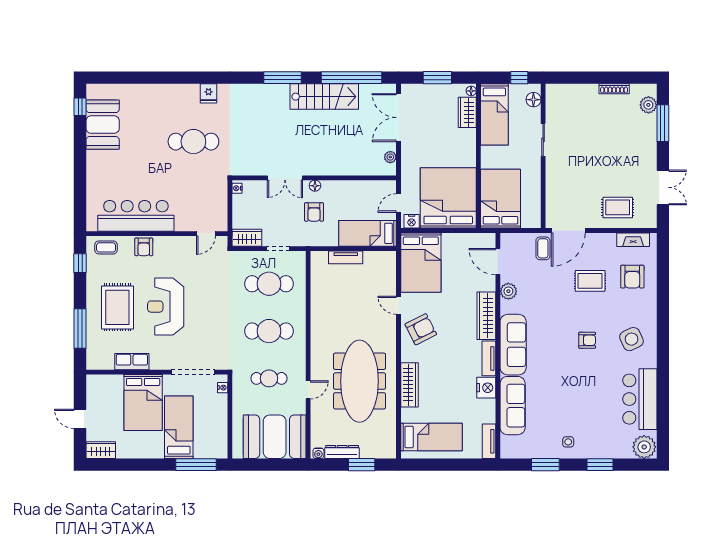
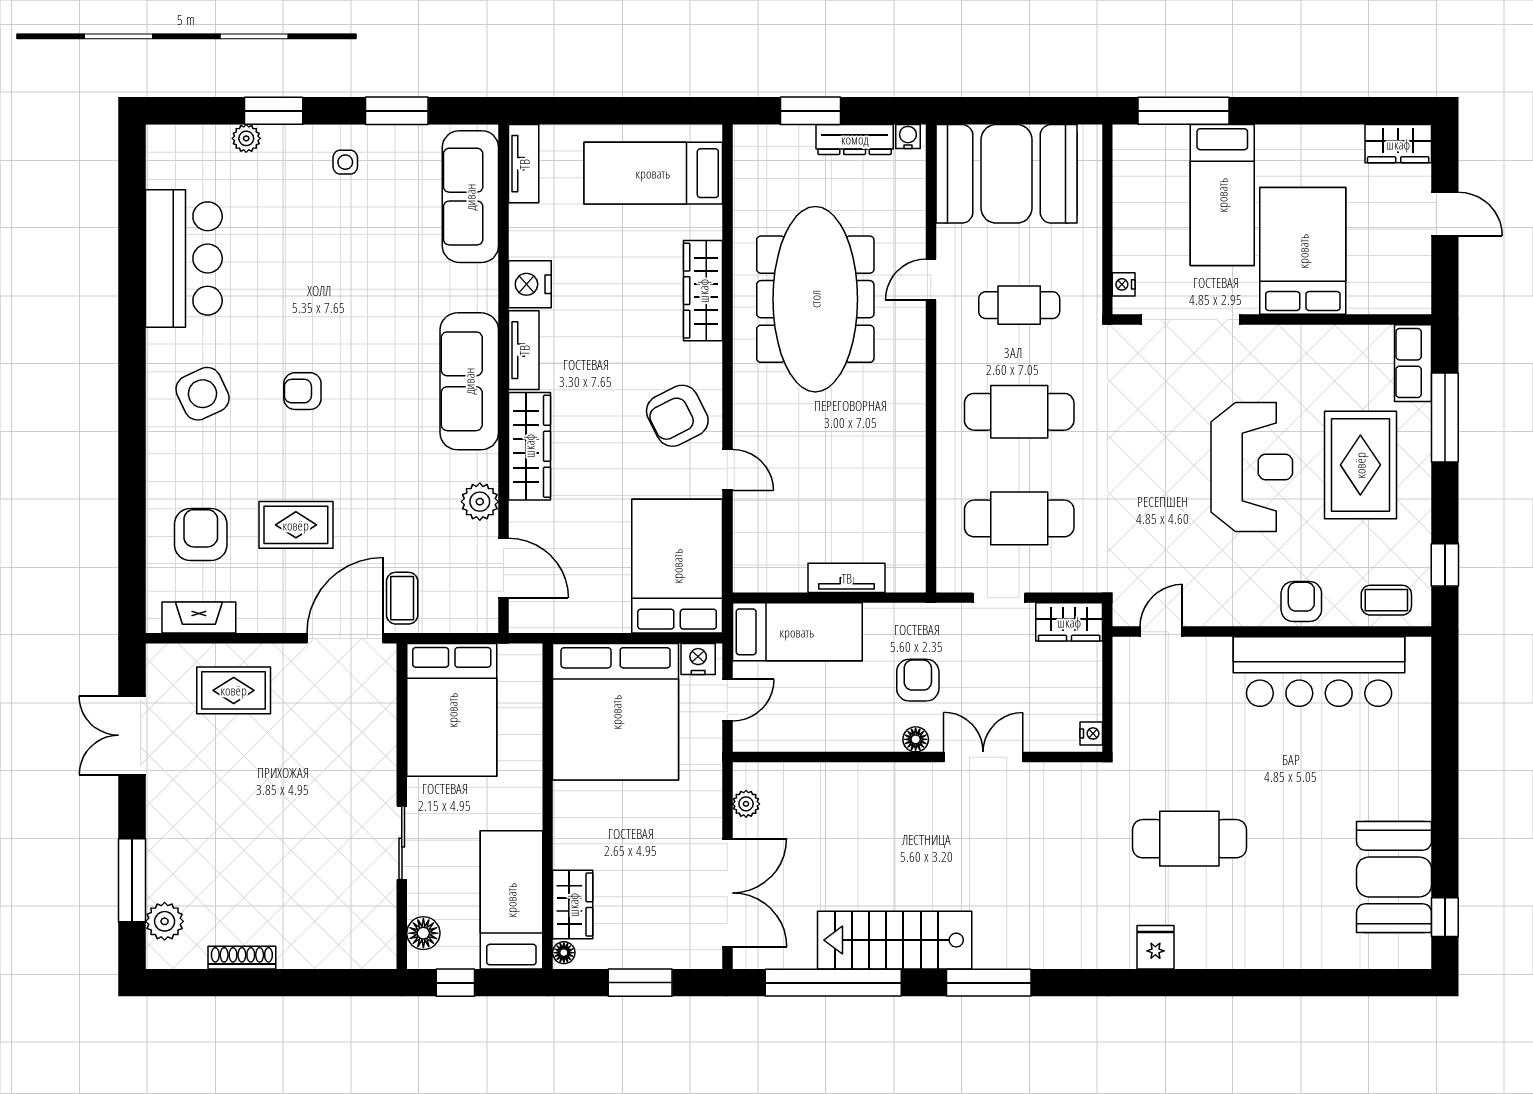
bed: (501, 199) -> (452, 710), moved
row of seats: (132, 362) -> (1413, 363), moved, turned 90
sofa: (513, 406) -> (470, 197), moved
plant: (644, 447) -> (246, 138), moved, width x0.53, depth x0.53

